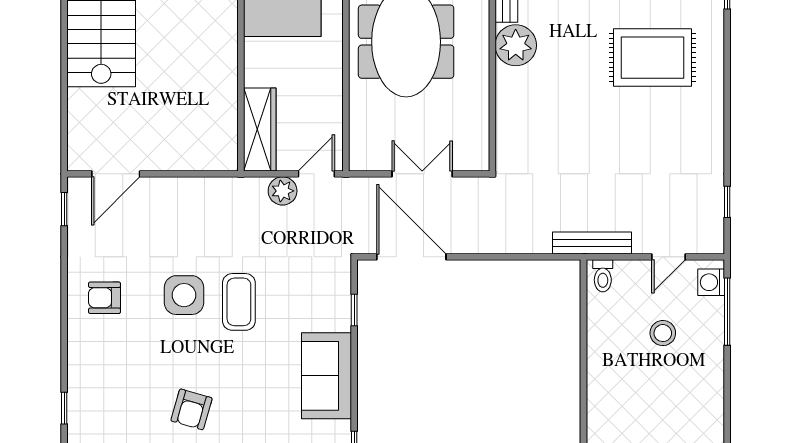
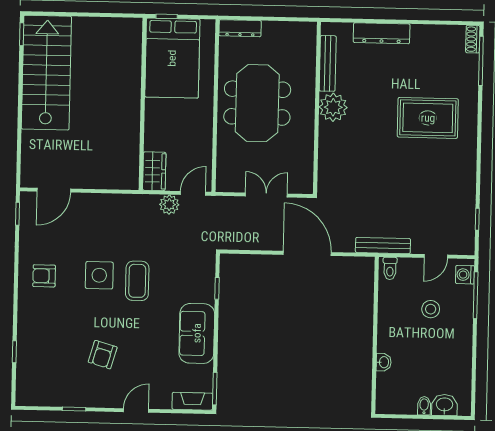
wardrobe: (260, 129) -> (154, 171), width x0.67
door: (411, 257) -> (307, 253), moved
washbasin: (597, 411) -> (384, 362), added

